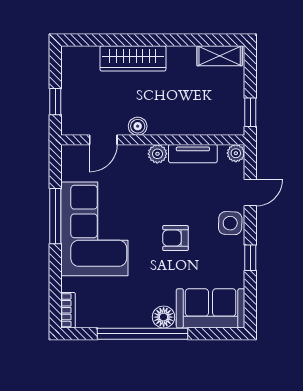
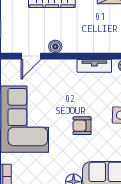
plant: (157, 154) -> (69, 66), removed

